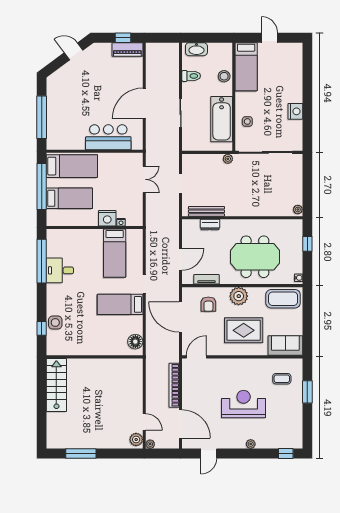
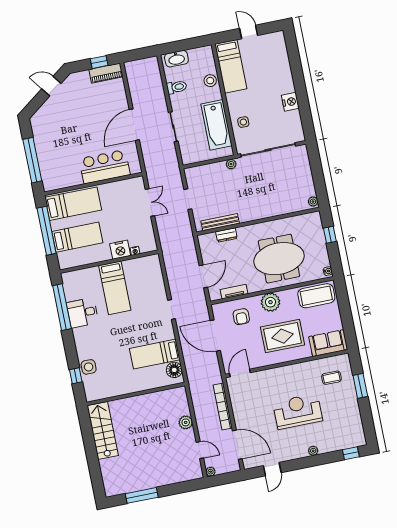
bed: (115, 253) -> (115, 288), moved
bed: (120, 304) -> (155, 354), moved
plant: (136, 439) -> (186, 422), moved

